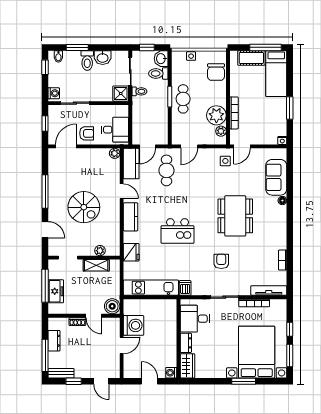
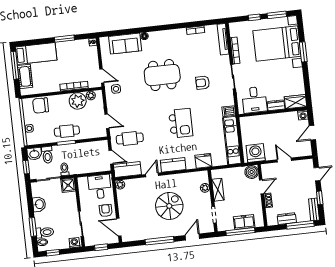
toilet: (87, 61) -> (45, 232), moved
chair: (216, 72) -> (41, 105), turned 180
washing machine: (134, 325) -> (256, 153), moved

